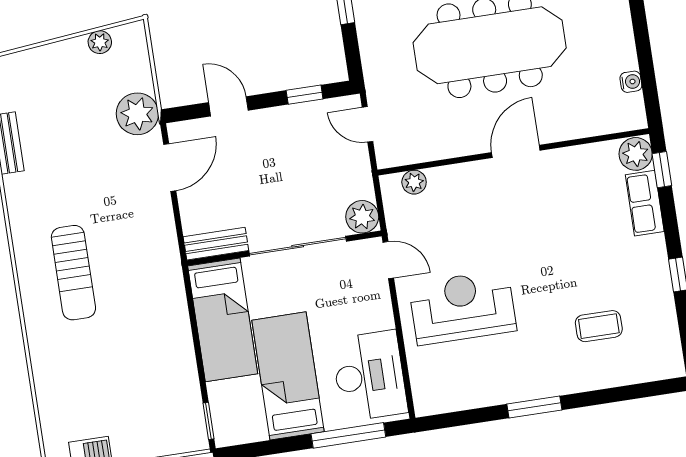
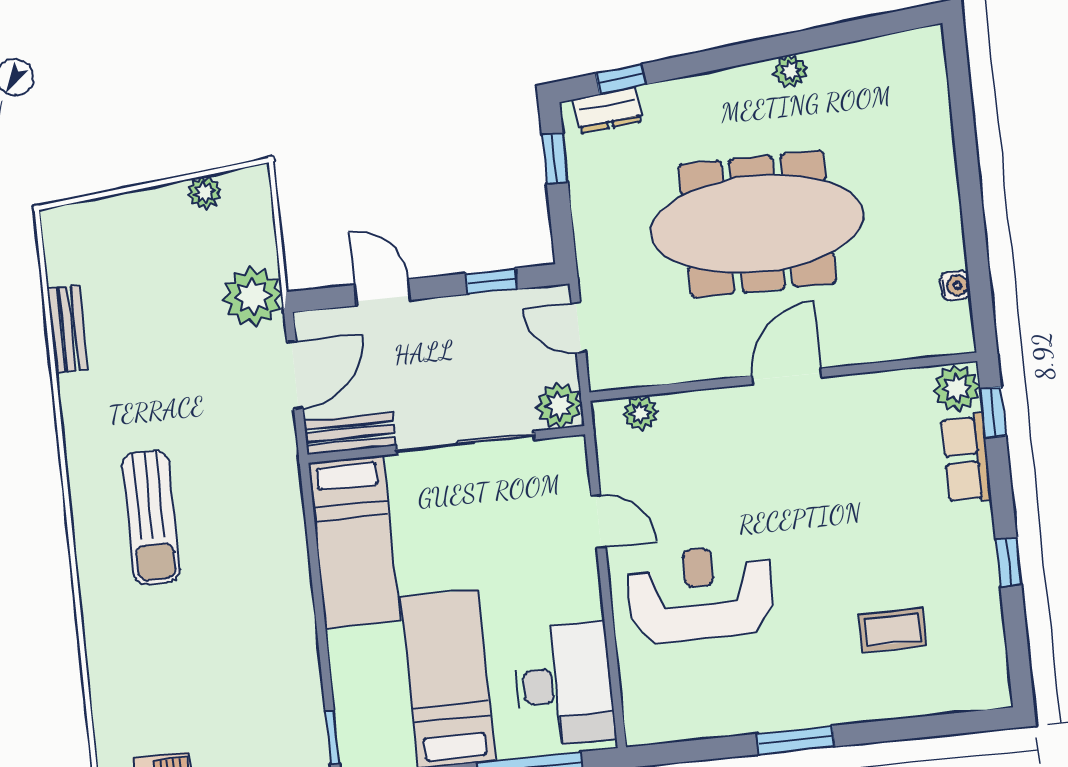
plant: (362, 217) -> (559, 405), moved
bench: (216, 244) -> (350, 433), moved
sliding door: (298, 246) -> (465, 443), moved
wall: (284, 248) -> (446, 444), moved
bed: (223, 320) -> (354, 542), moved

